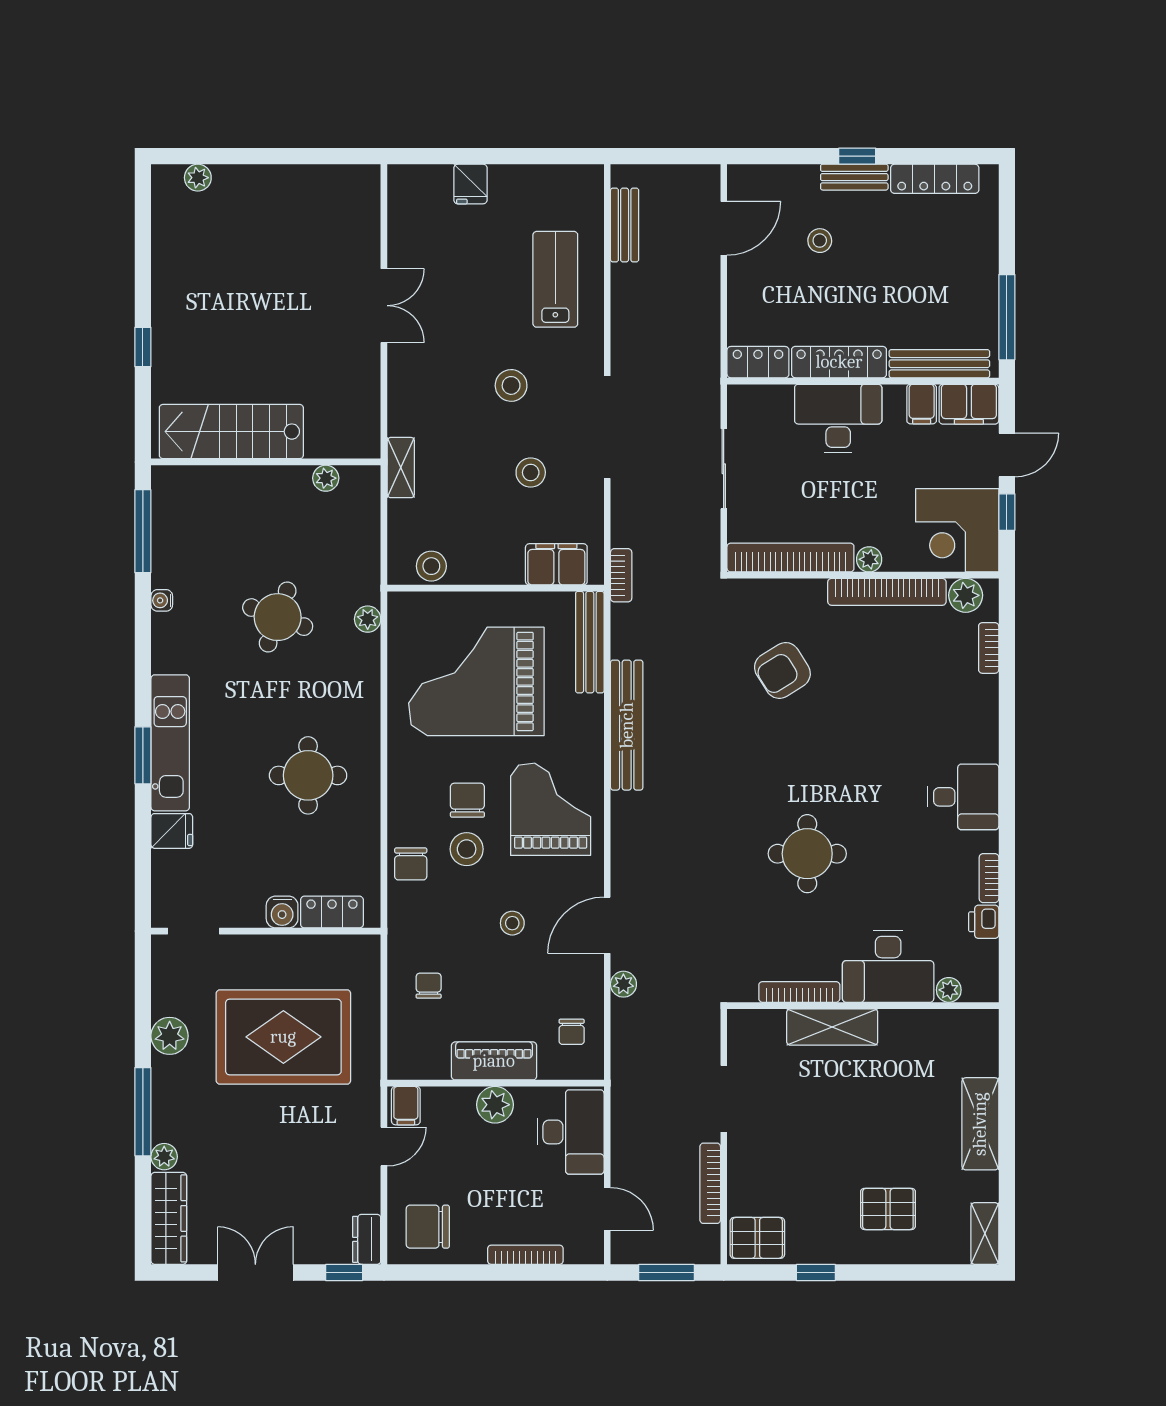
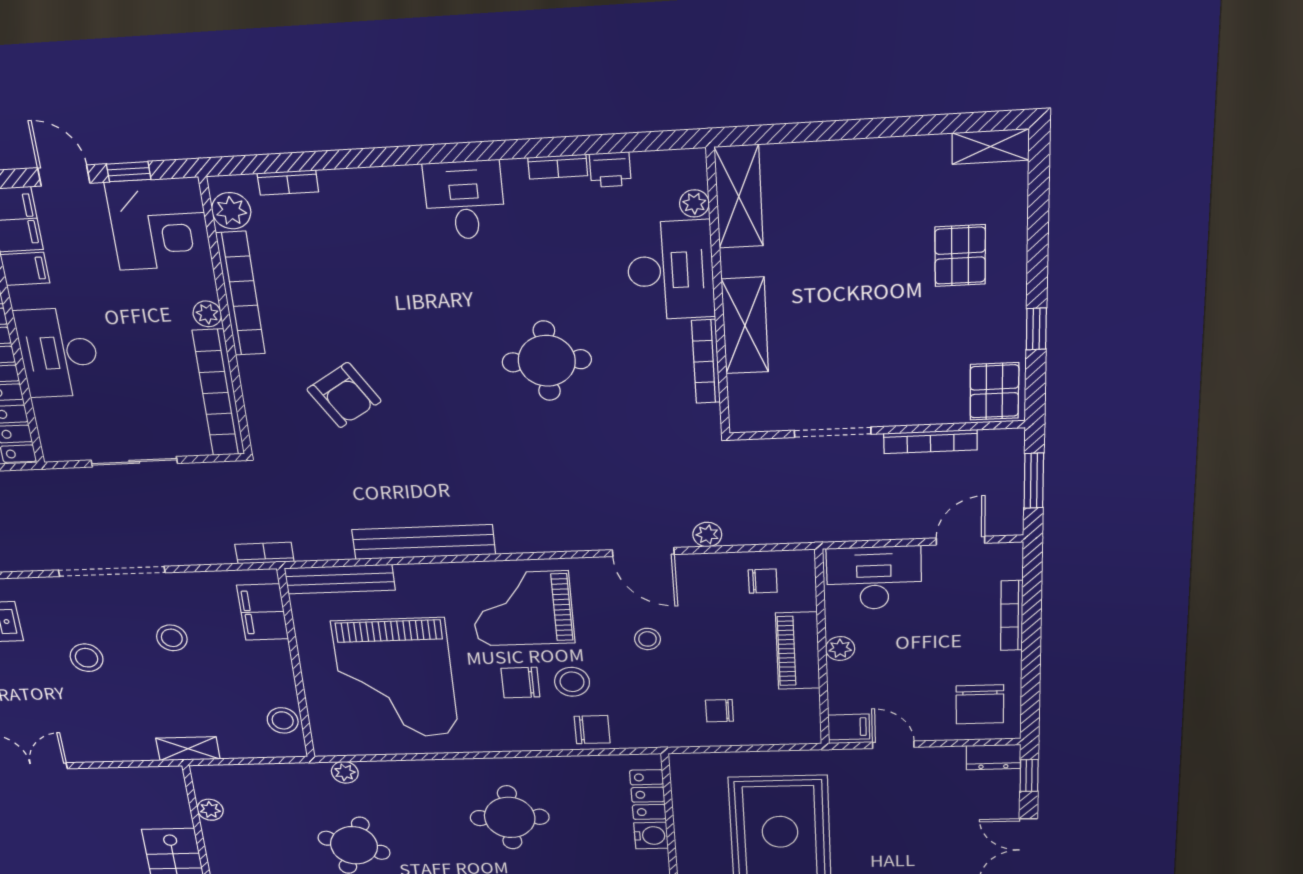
plant: (495, 1105) -> (840, 649), width x0.73, depth x0.73
shelving: (980, 1124) -> (739, 197), moved, turned 90

